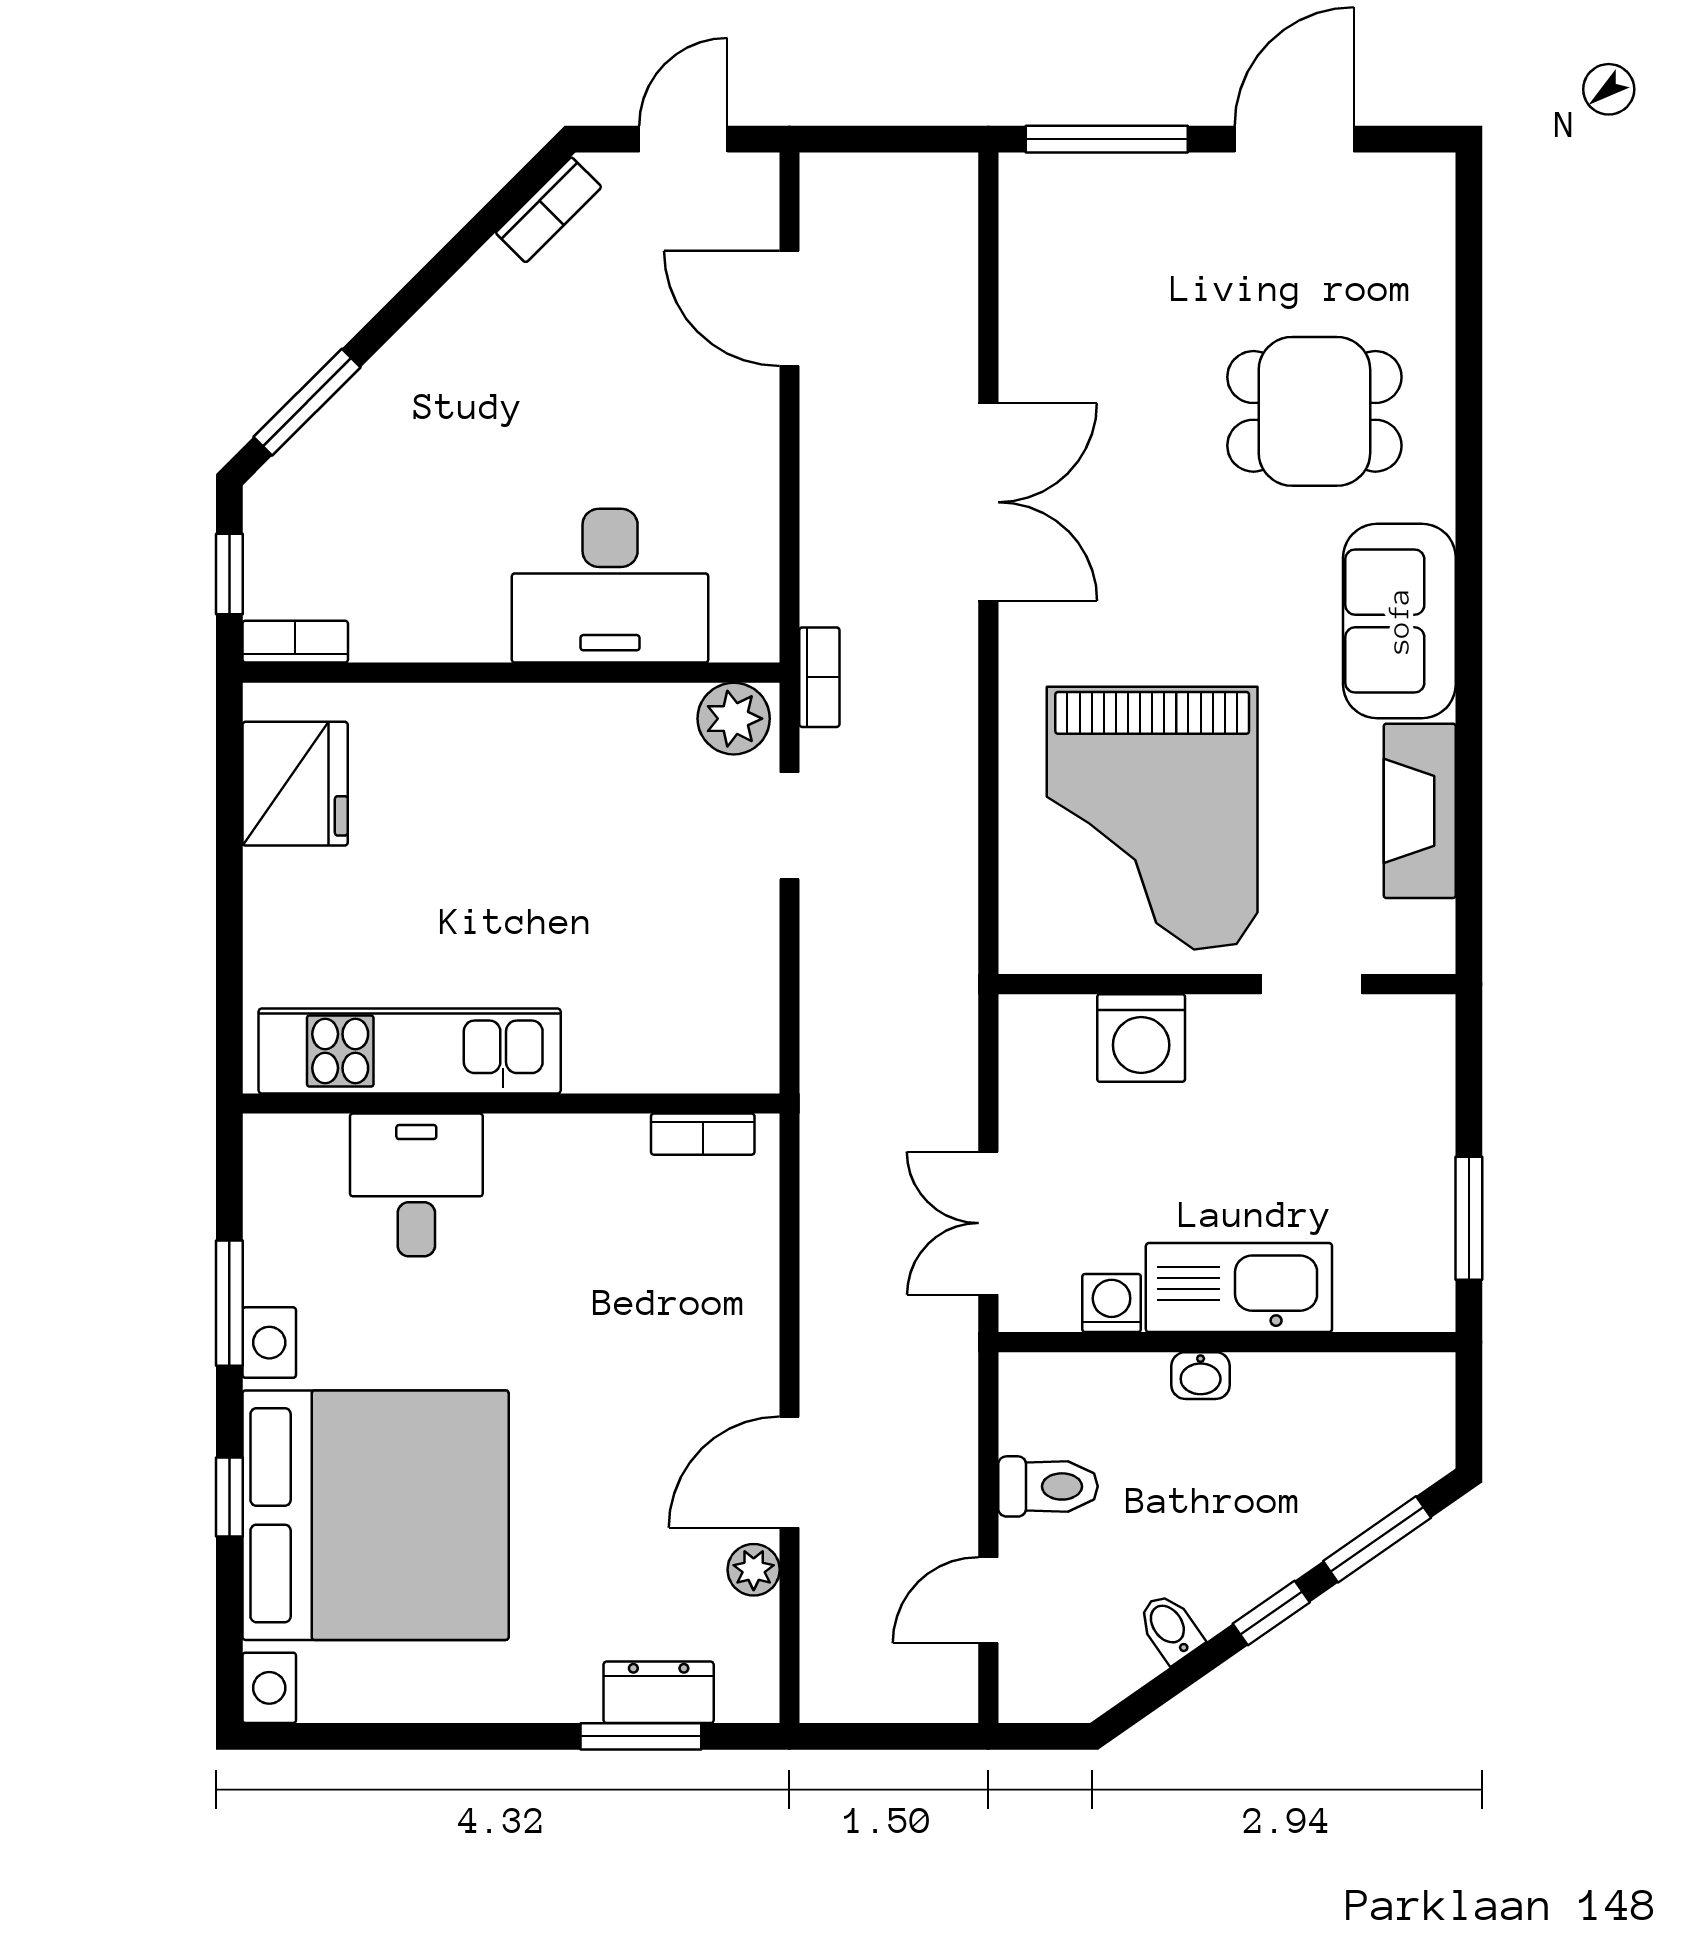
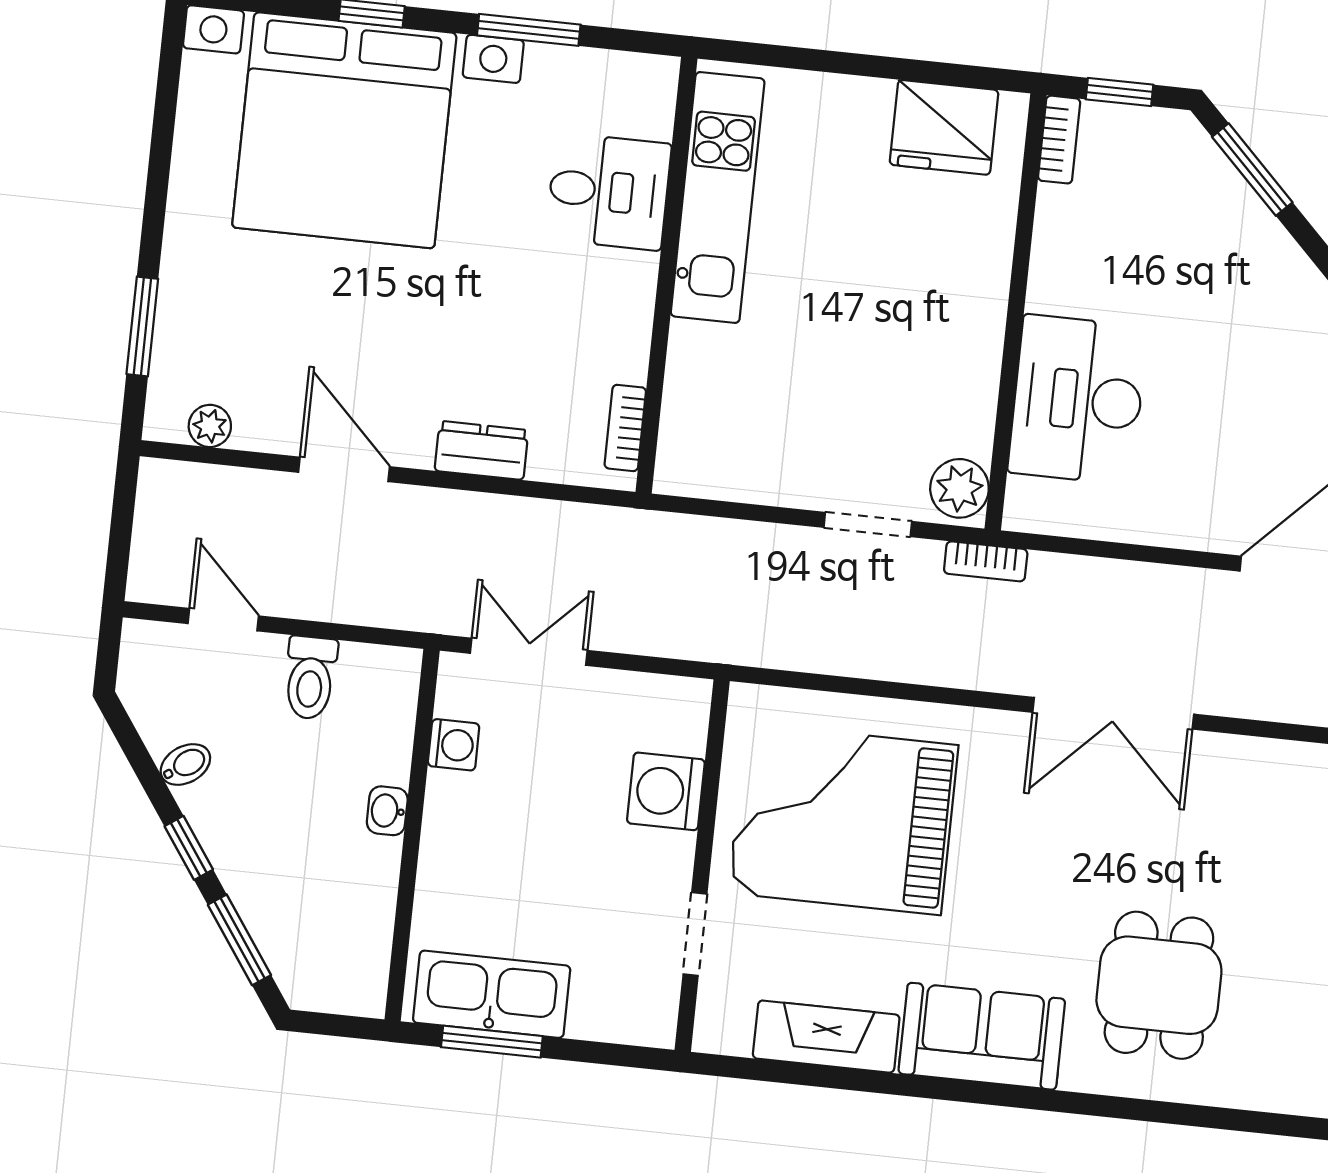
kitchen sink: (1239, 1288) -> (492, 994), moved, turned -90
plant: (754, 1570) -> (210, 426), moved
dresser: (659, 1692) -> (482, 450), moved, turned -90

